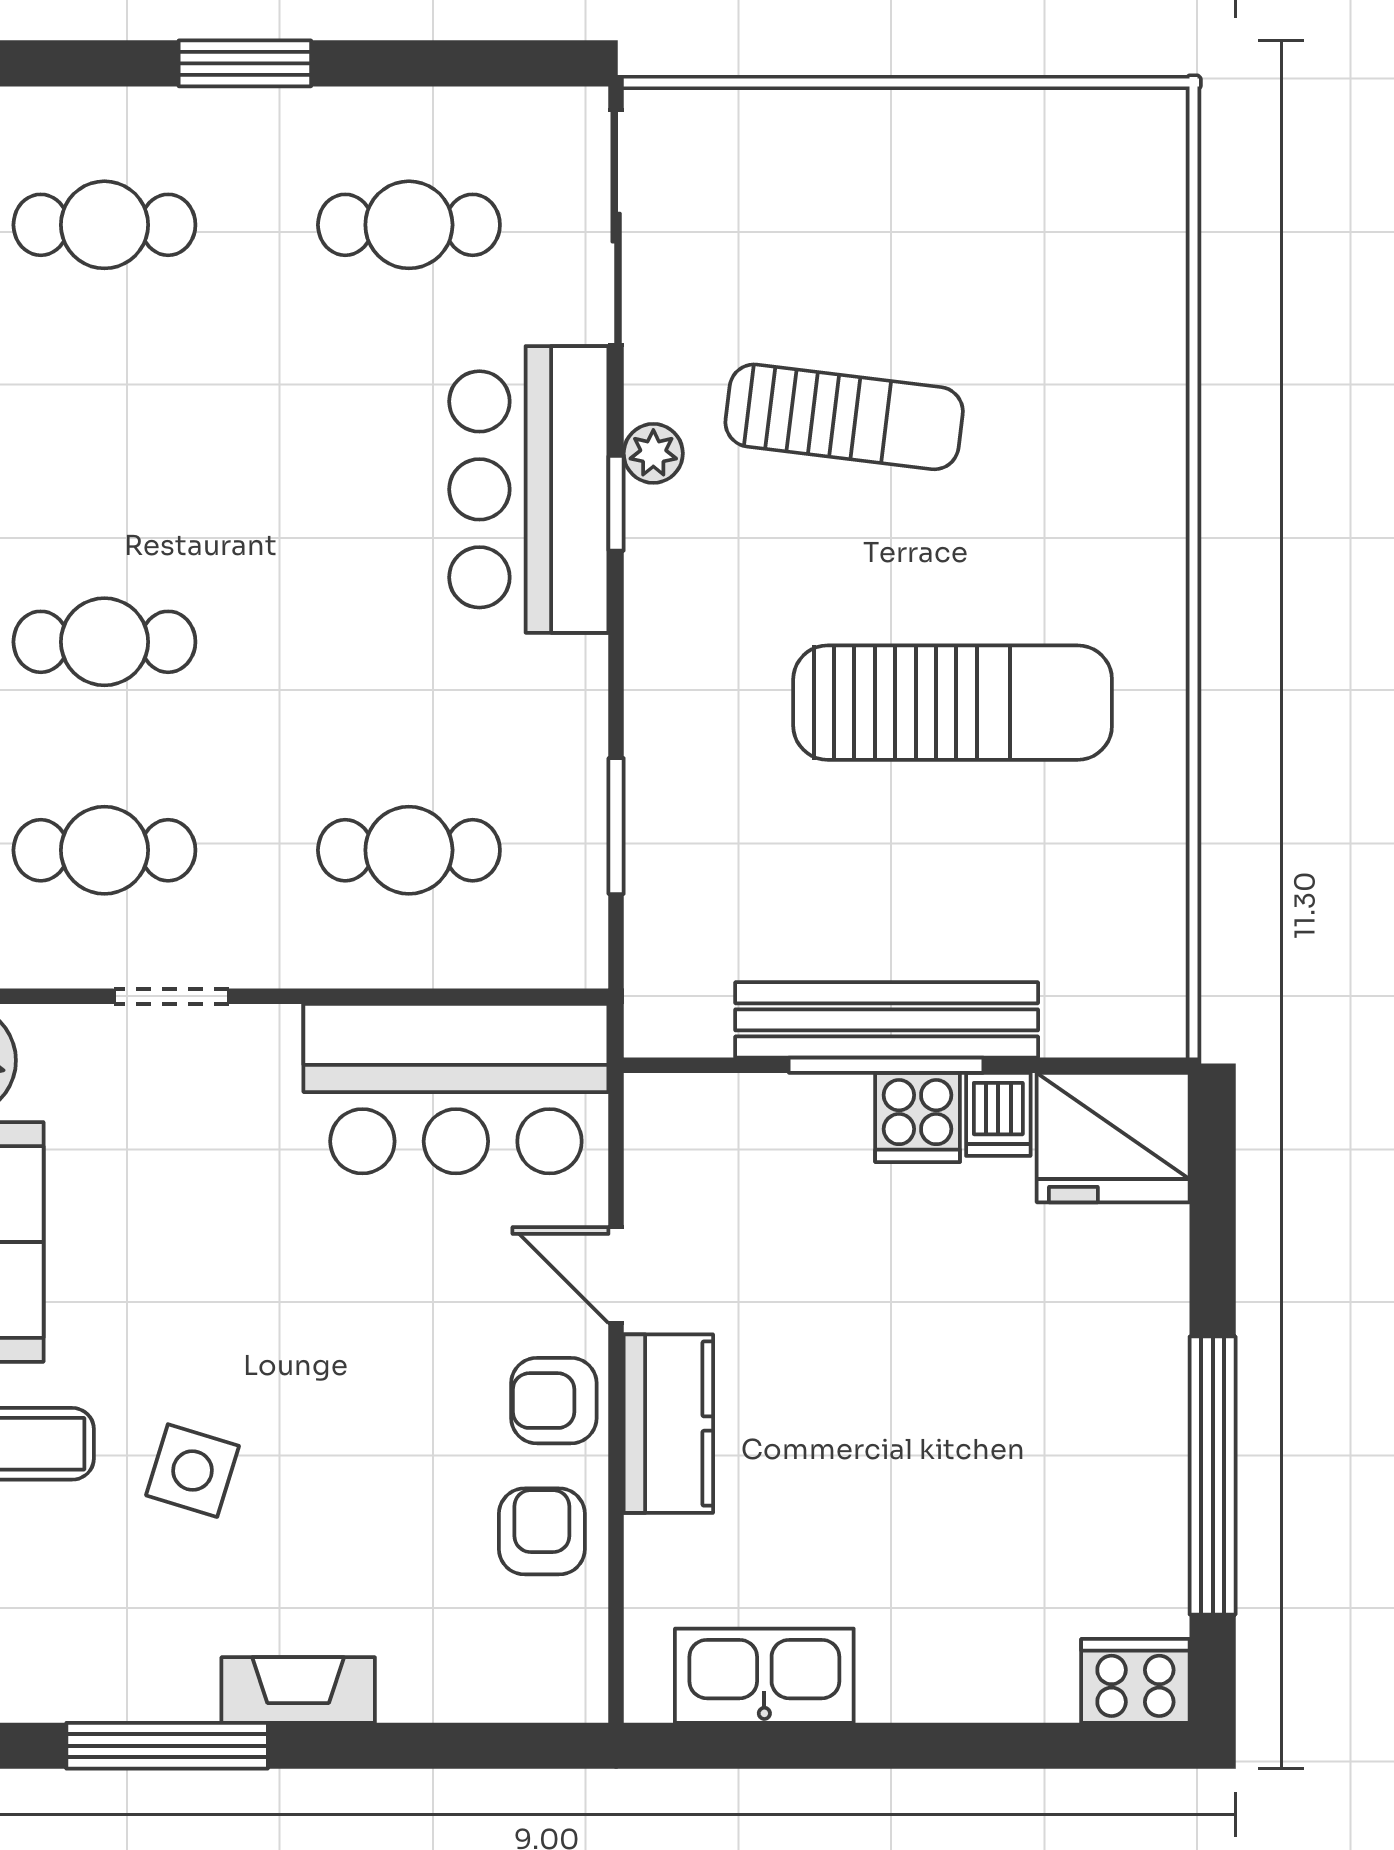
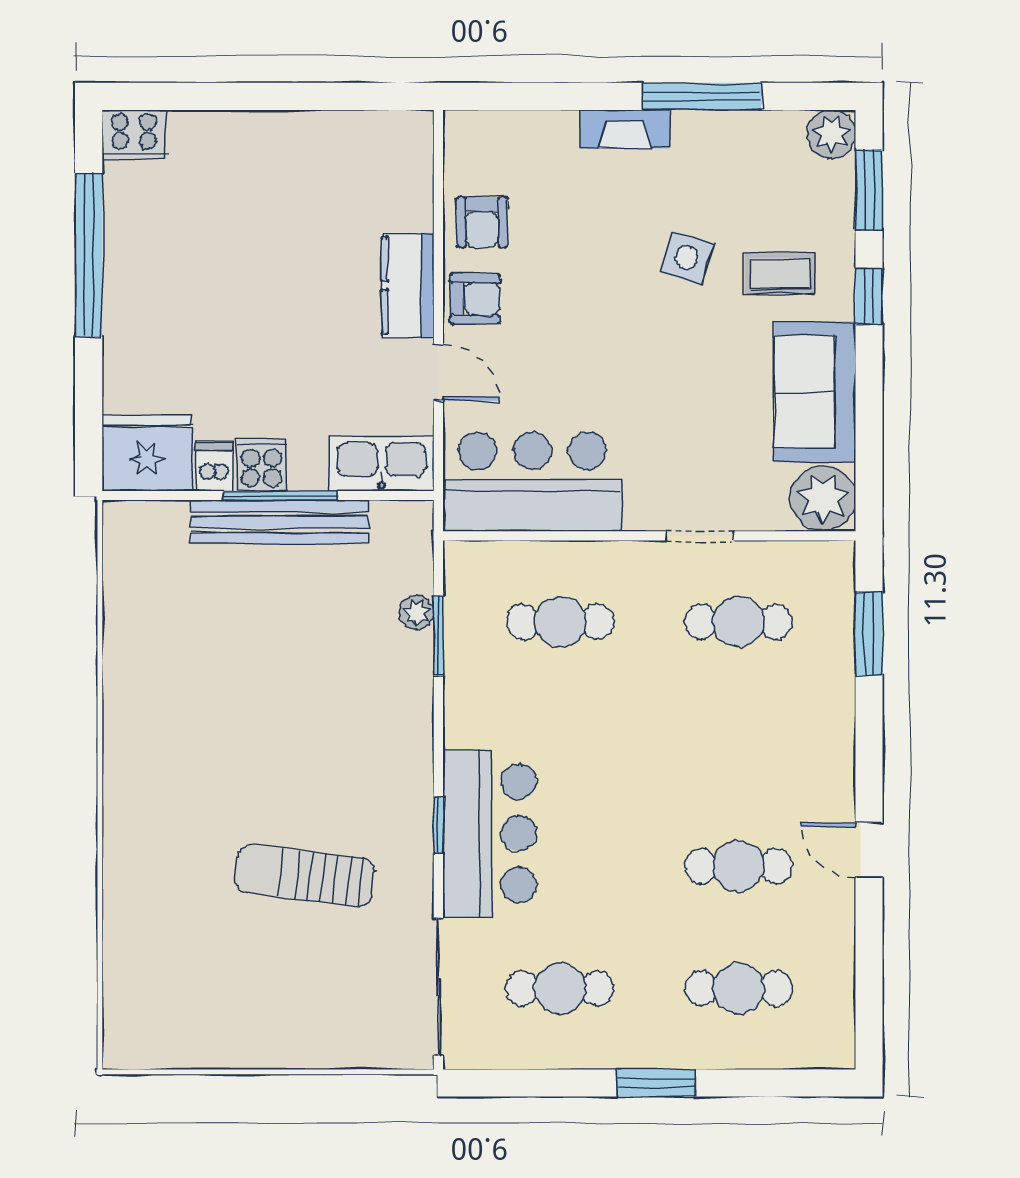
plant: (653, 453) -> (417, 613), moved
cafe table: (104, 642) -> (739, 866), moved
sun lounger: (953, 703) -> (241, 708), removed
kitchen sink: (764, 1676) -> (382, 463), moved, turned 180

